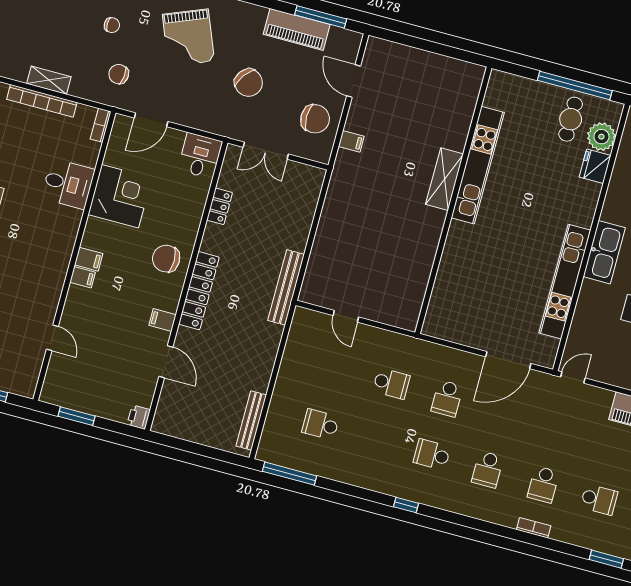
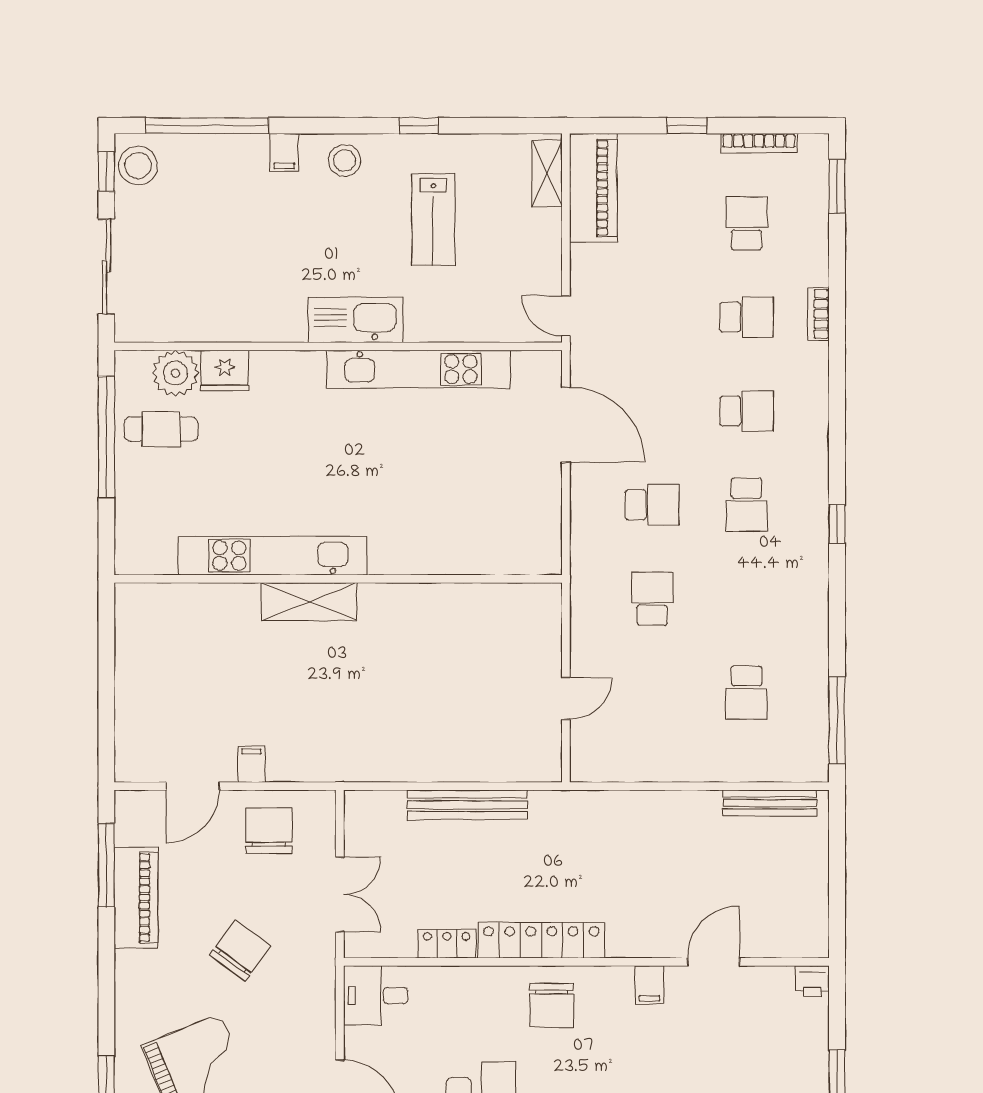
filing cabinet: (351, 141) -> (251, 764), moved
bench: (286, 287) -> (467, 805), moved
locker: (199, 291) -> (541, 940), moved

